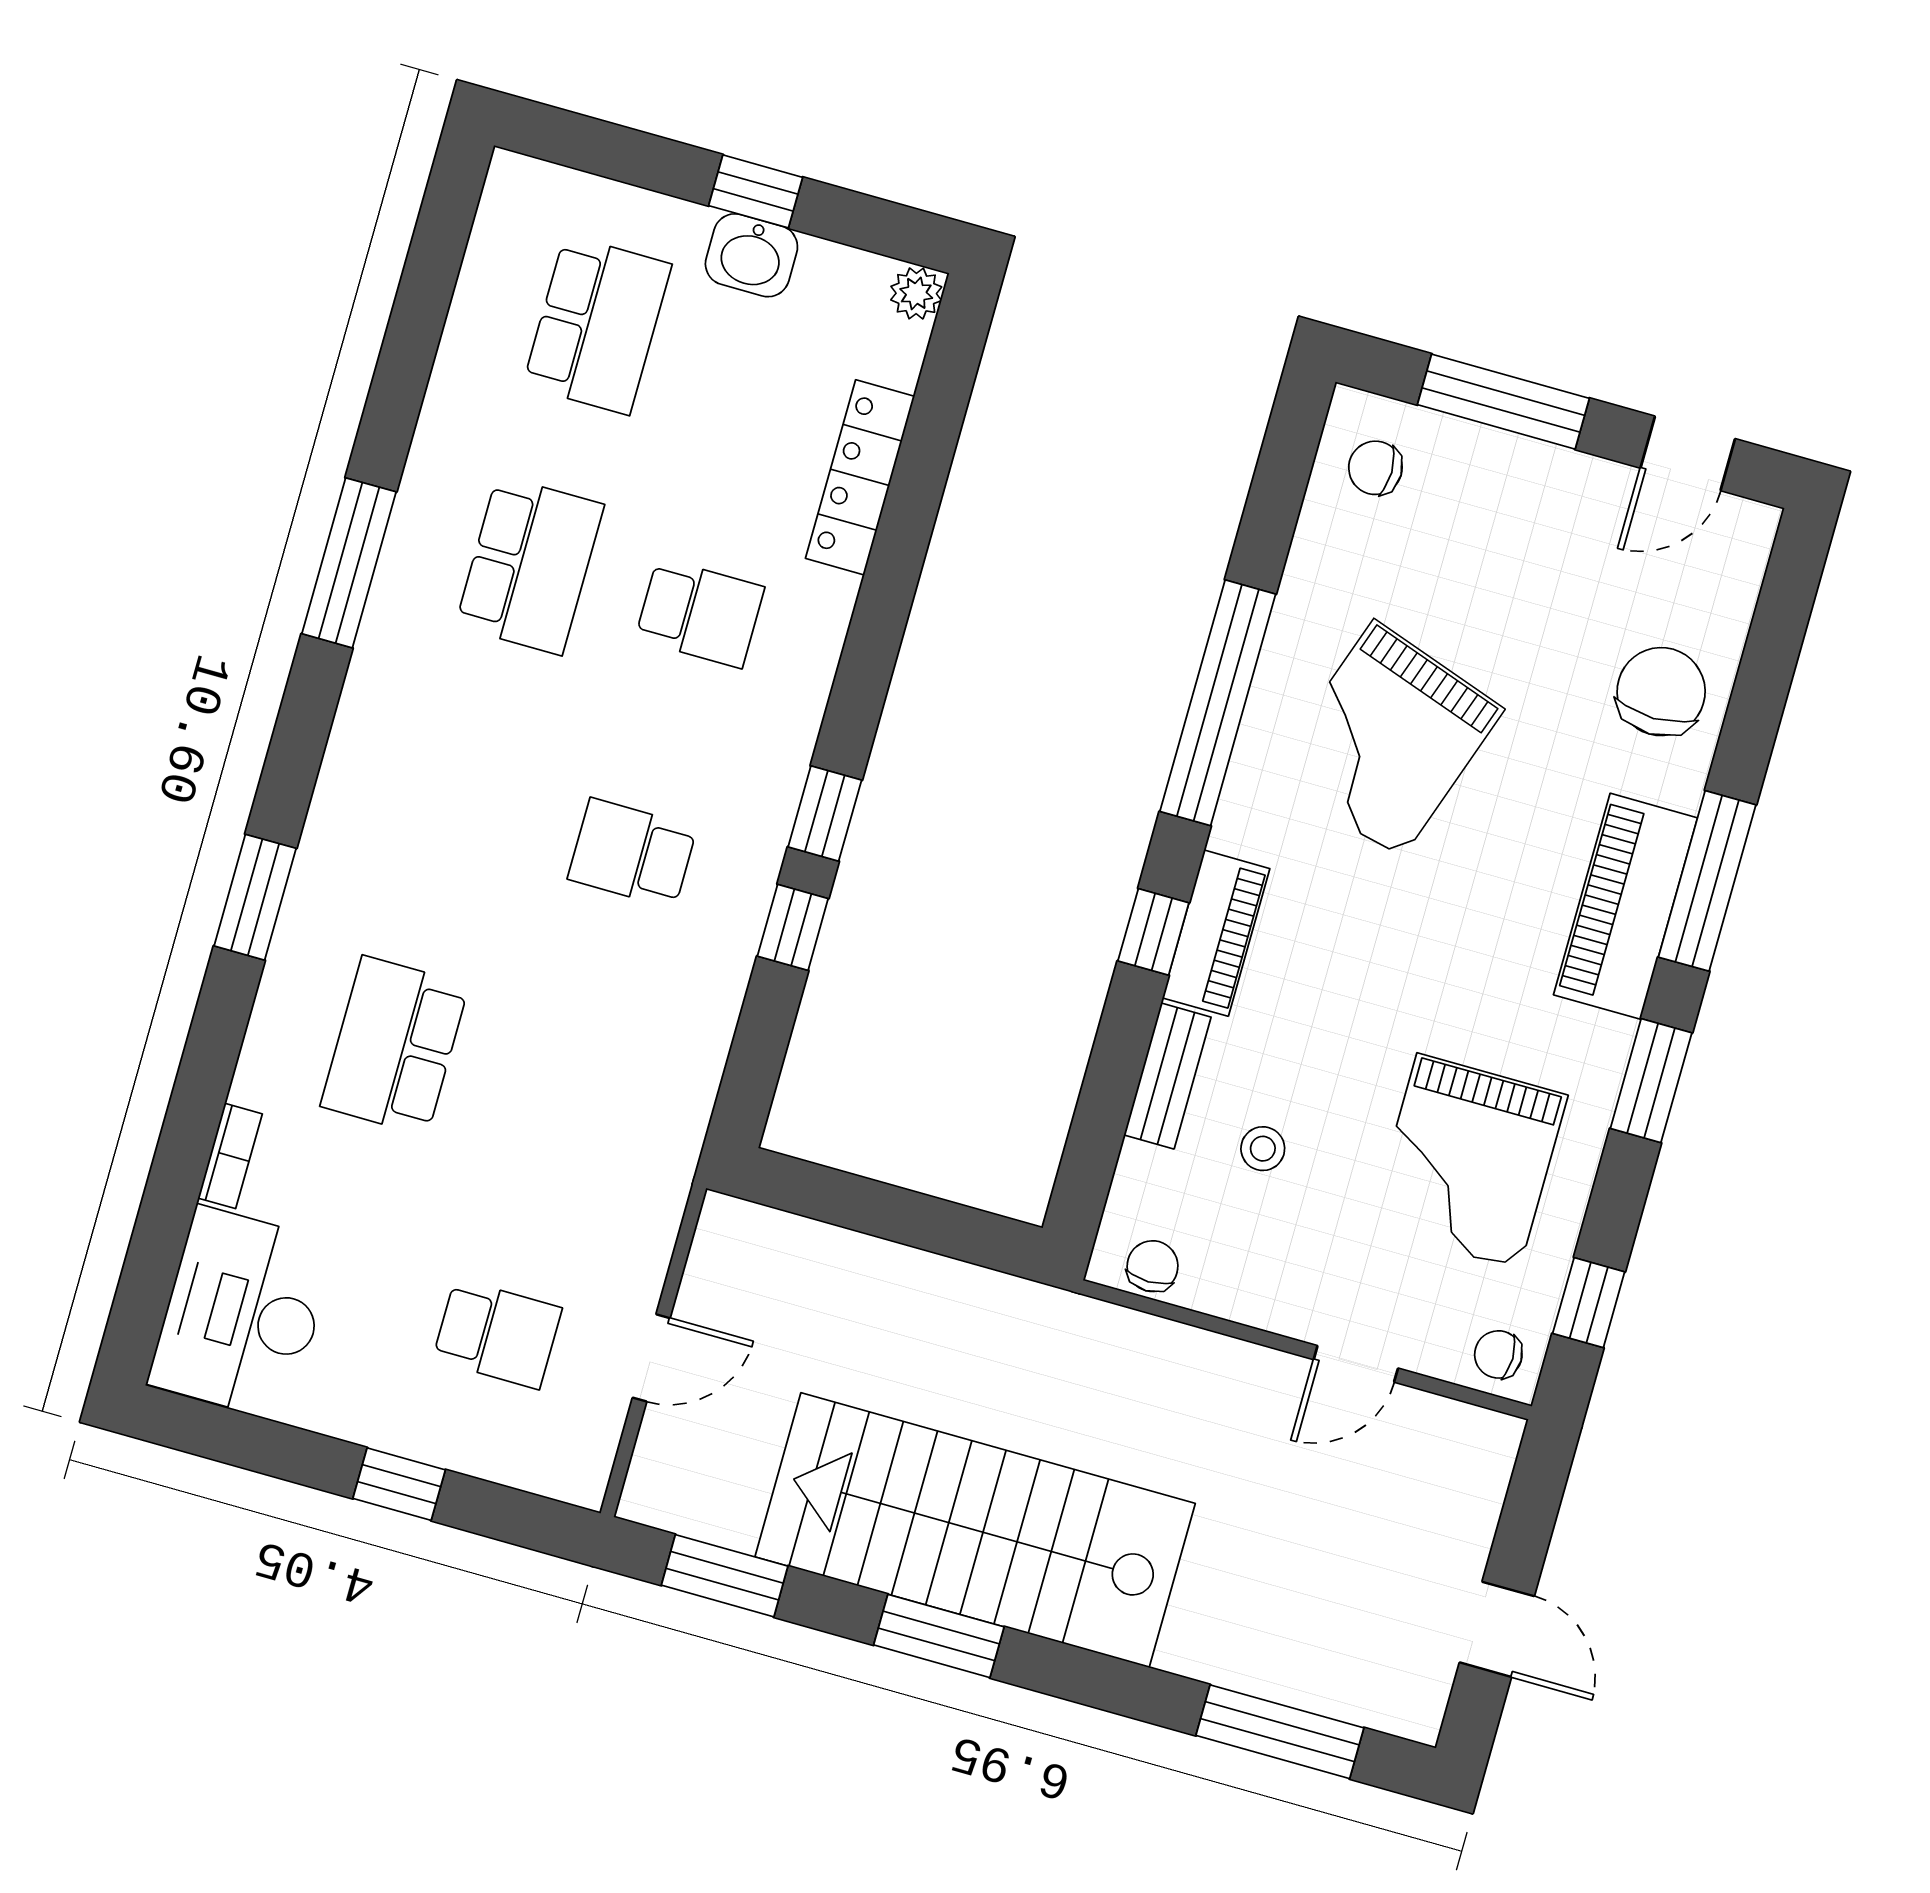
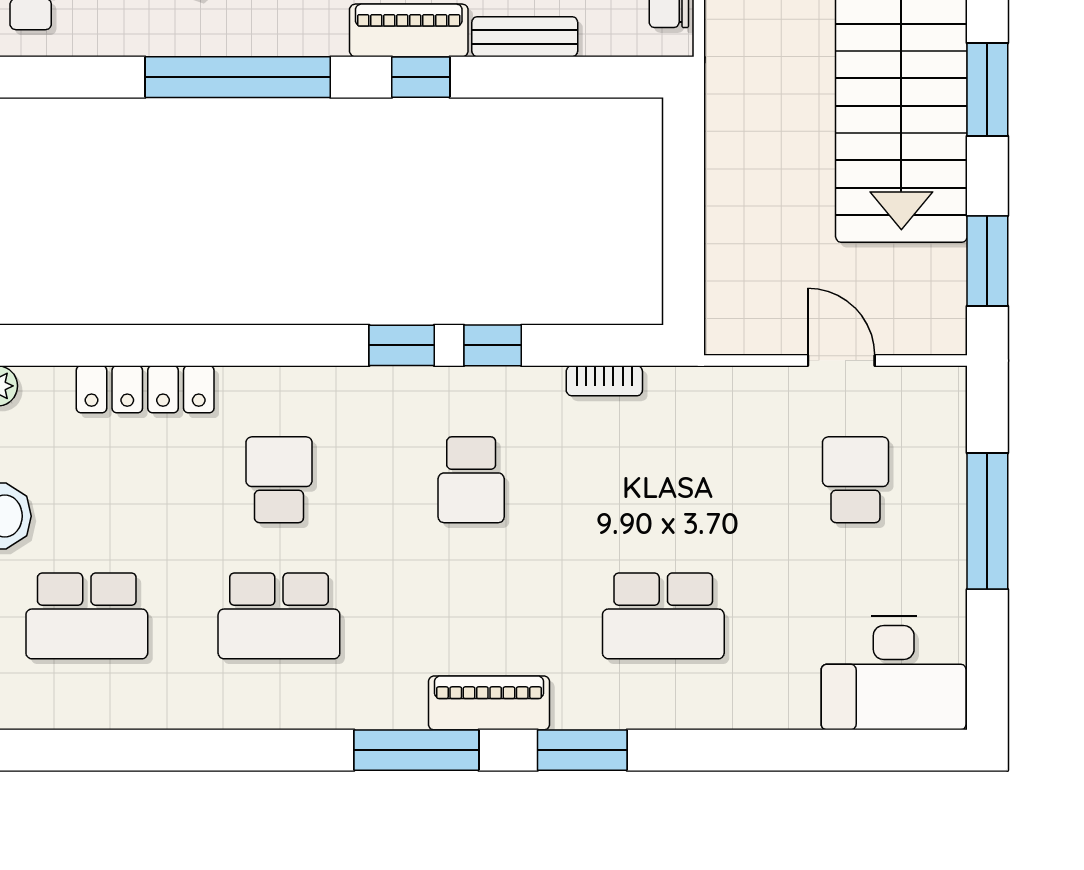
school desk: (597, 325) -> (87, 616), turned 180
window: (349, 563) -> (416, 750), moved
school desk: (530, 565) -> (279, 616), turned 180
piano: (347, 797) -> (489, 703), added
bookcase: (230, 1156) -> (604, 381), moved, turned 180
window: (399, 1484) -> (987, 521), width x2.17

